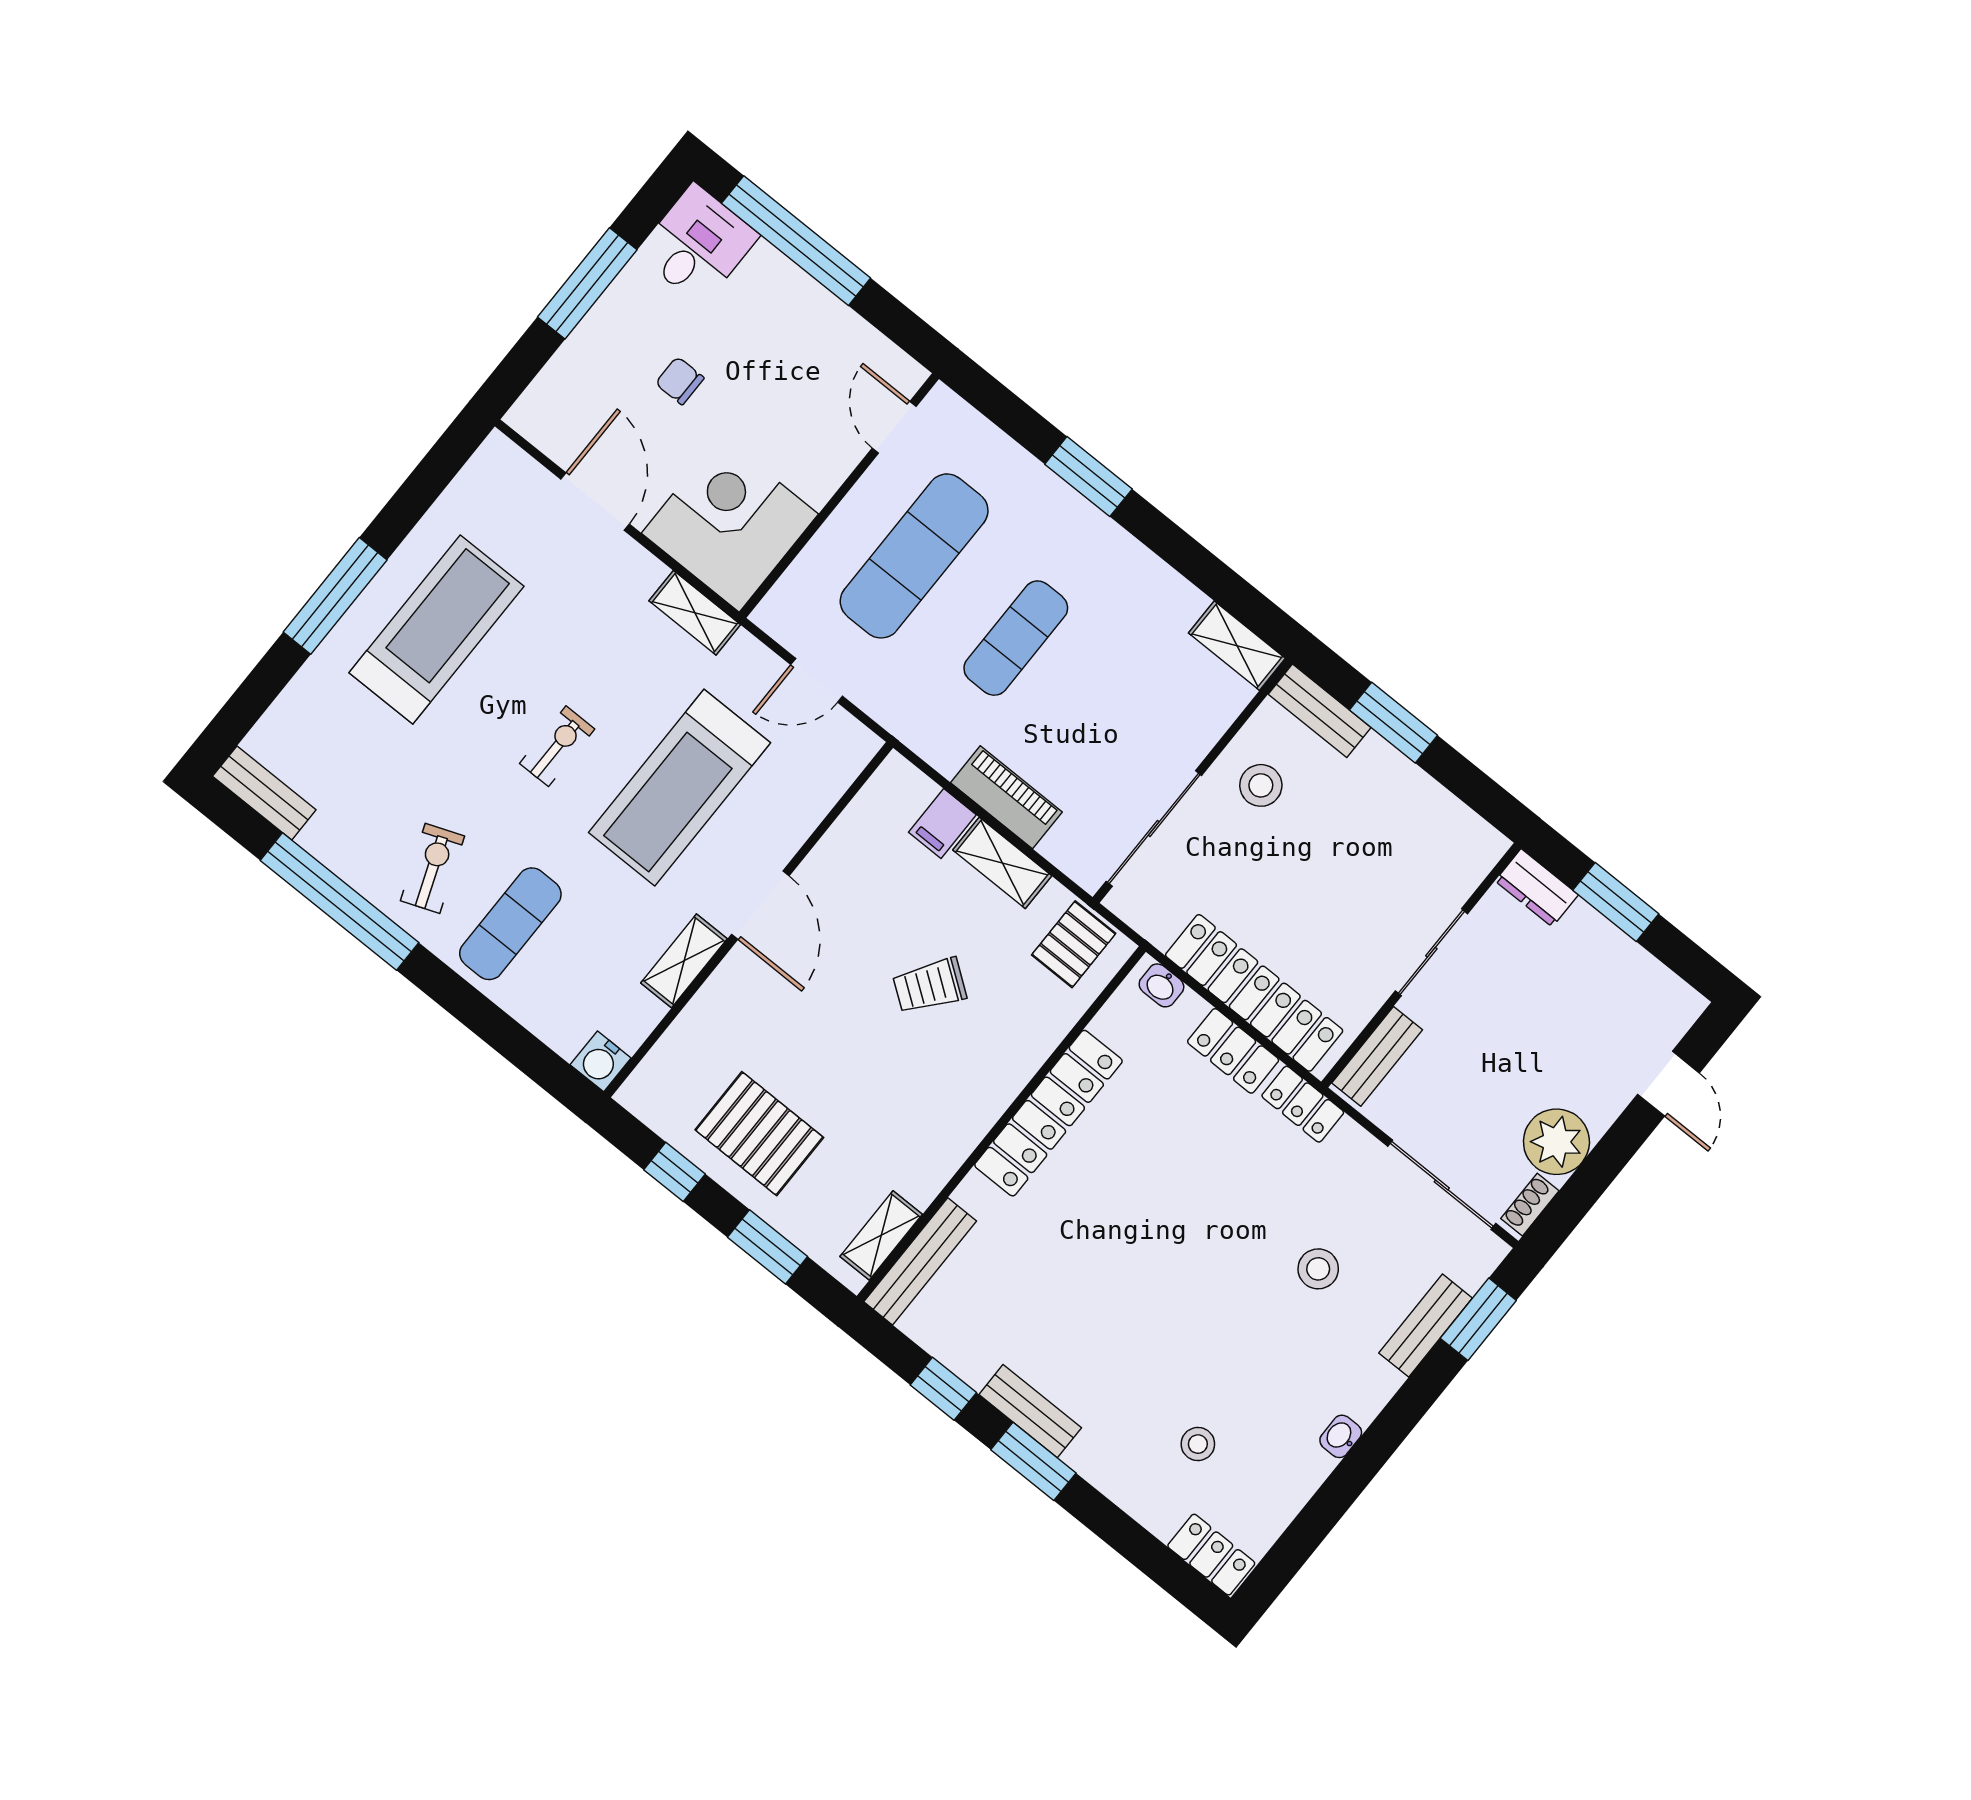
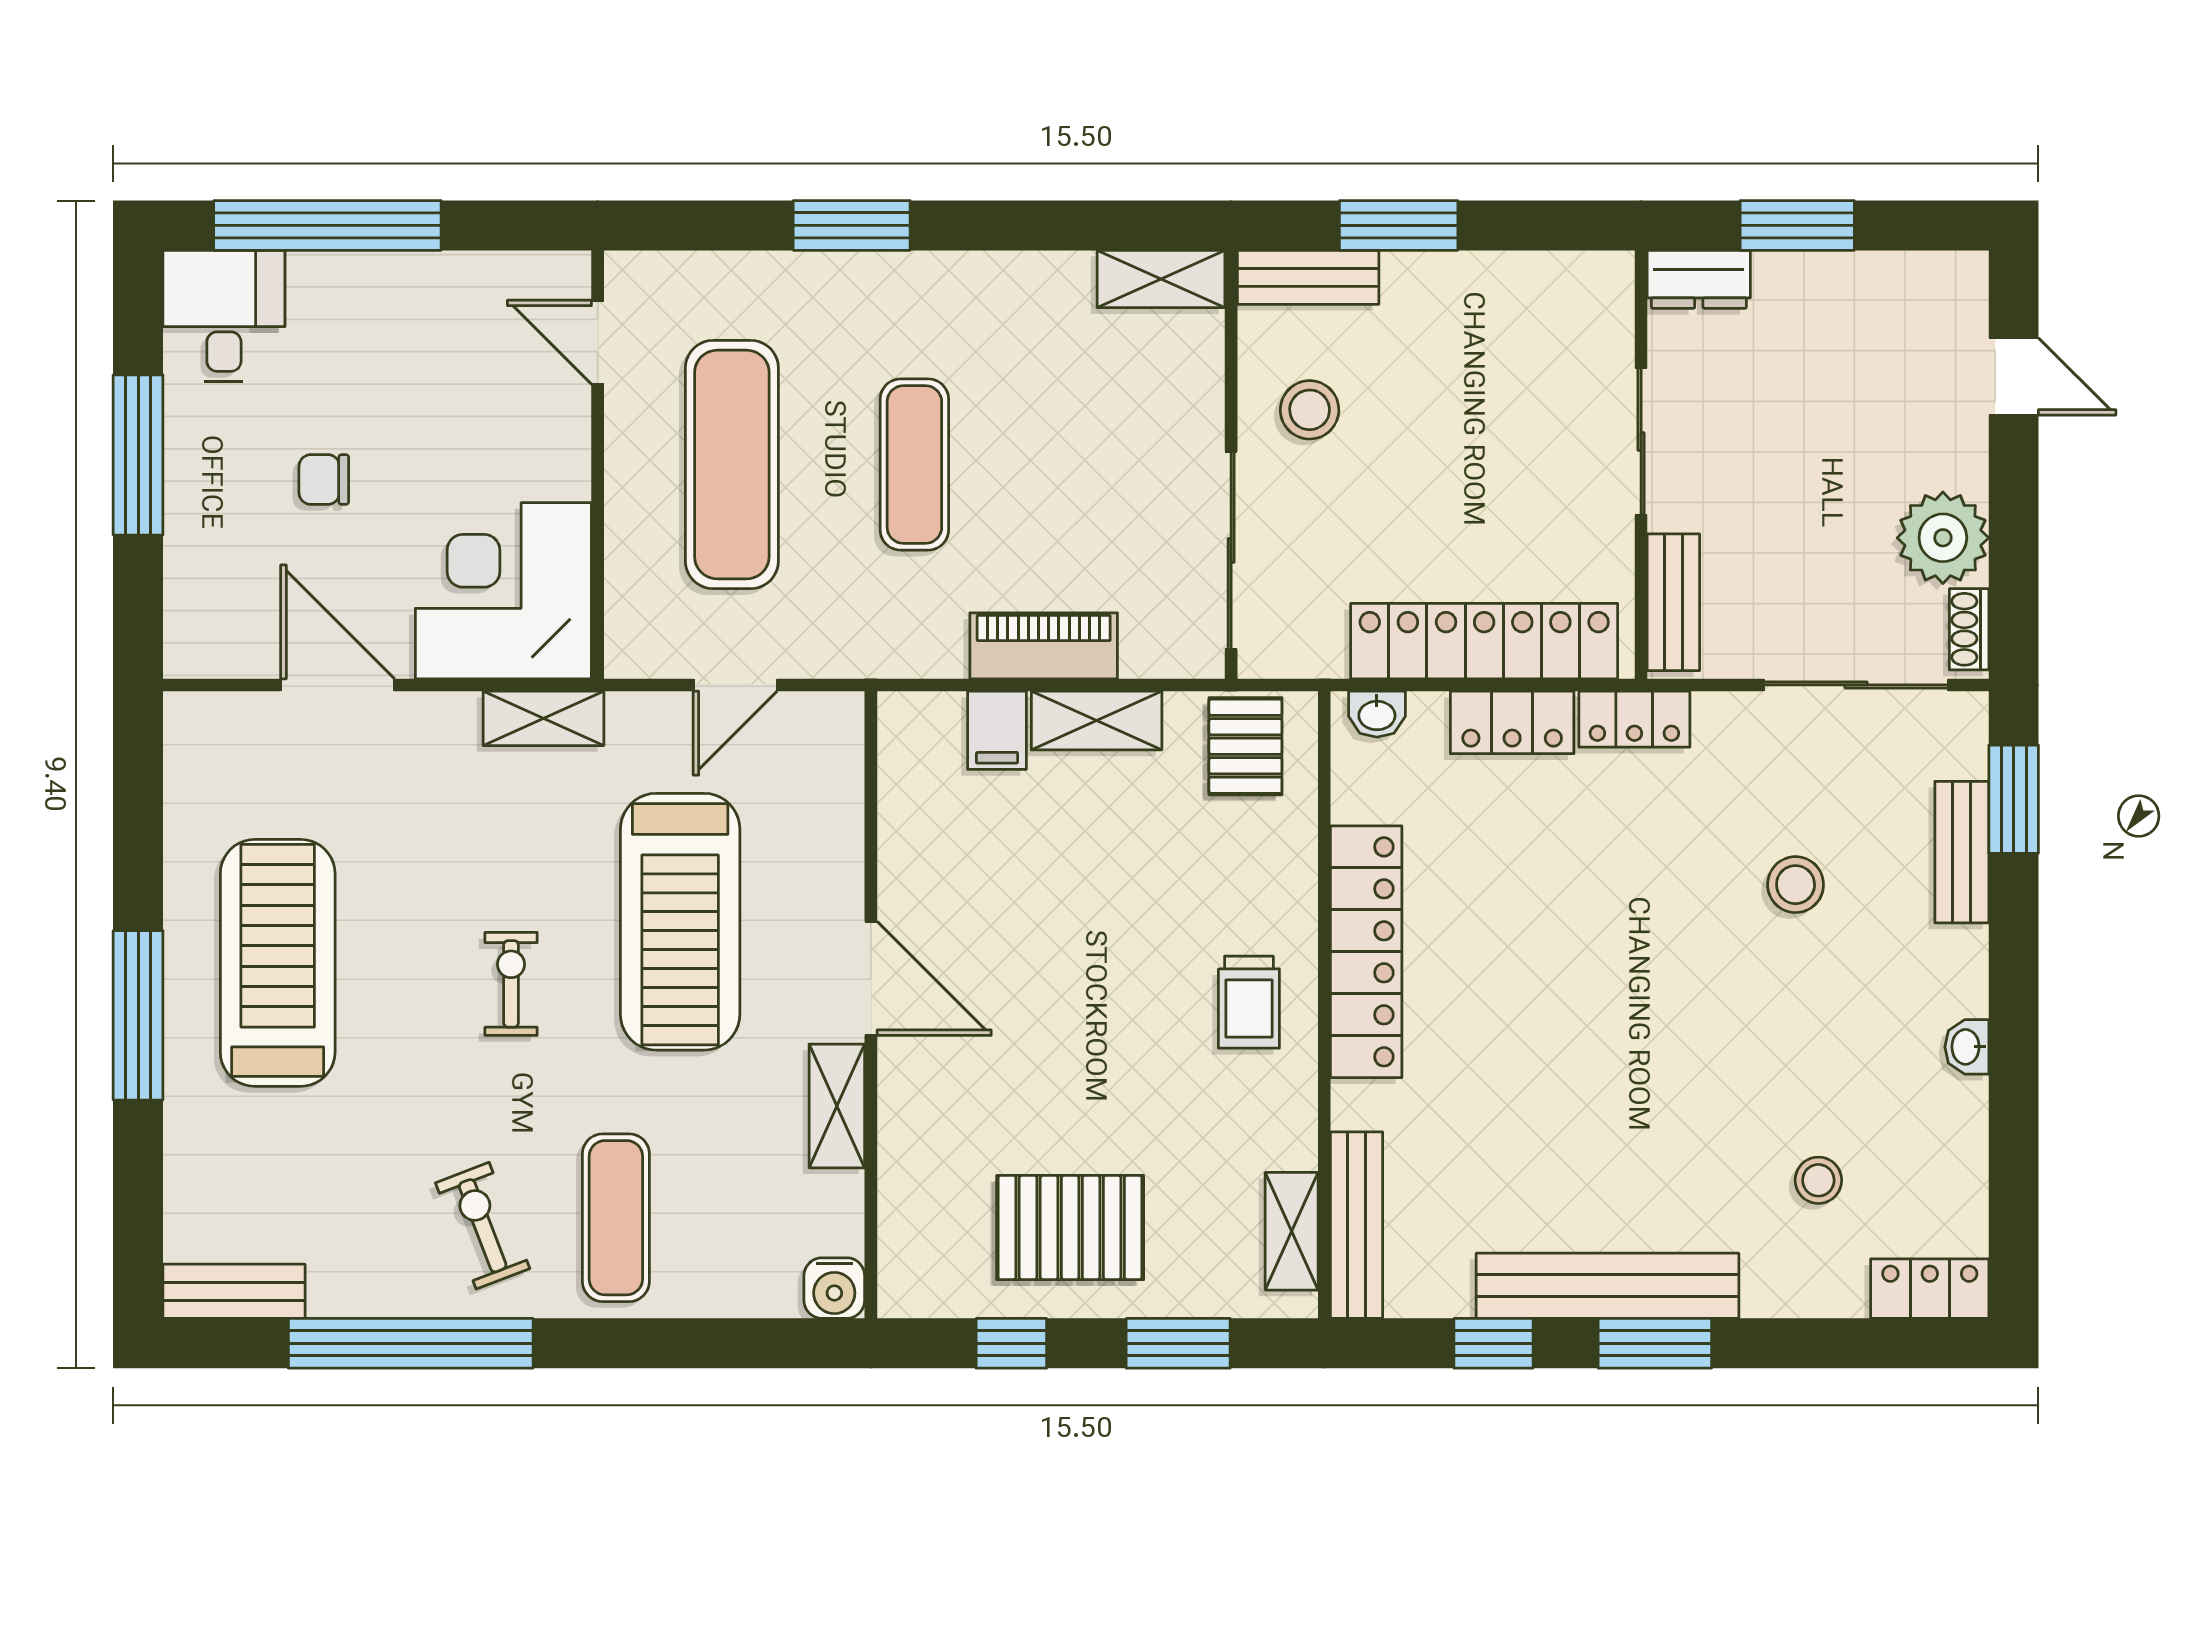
trolley: (930, 986) -> (1249, 1002), moved, turned -36
bench: (1030, 1411) -> (1607, 1286), width x1.86, depth x1.21

